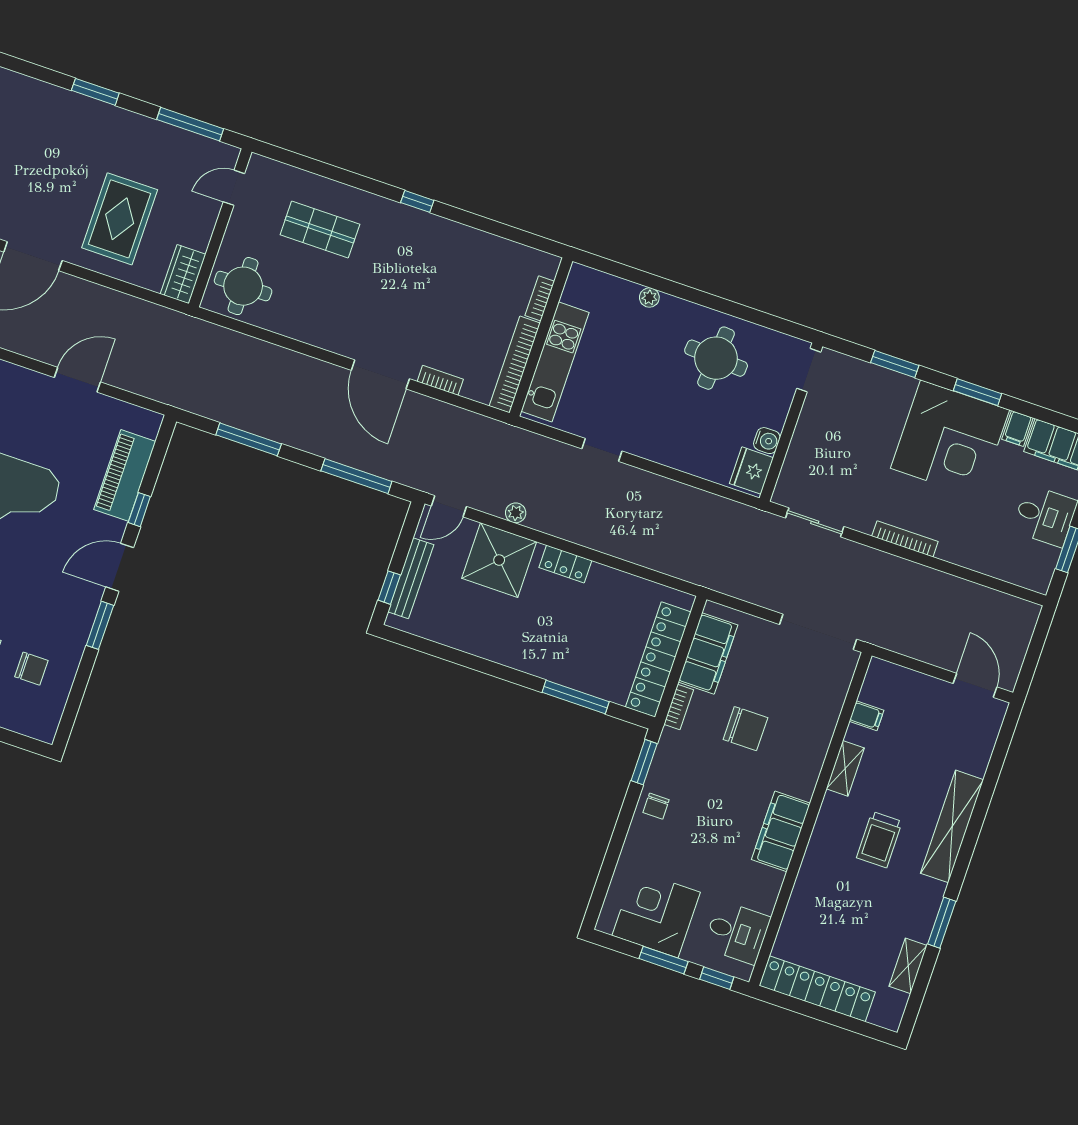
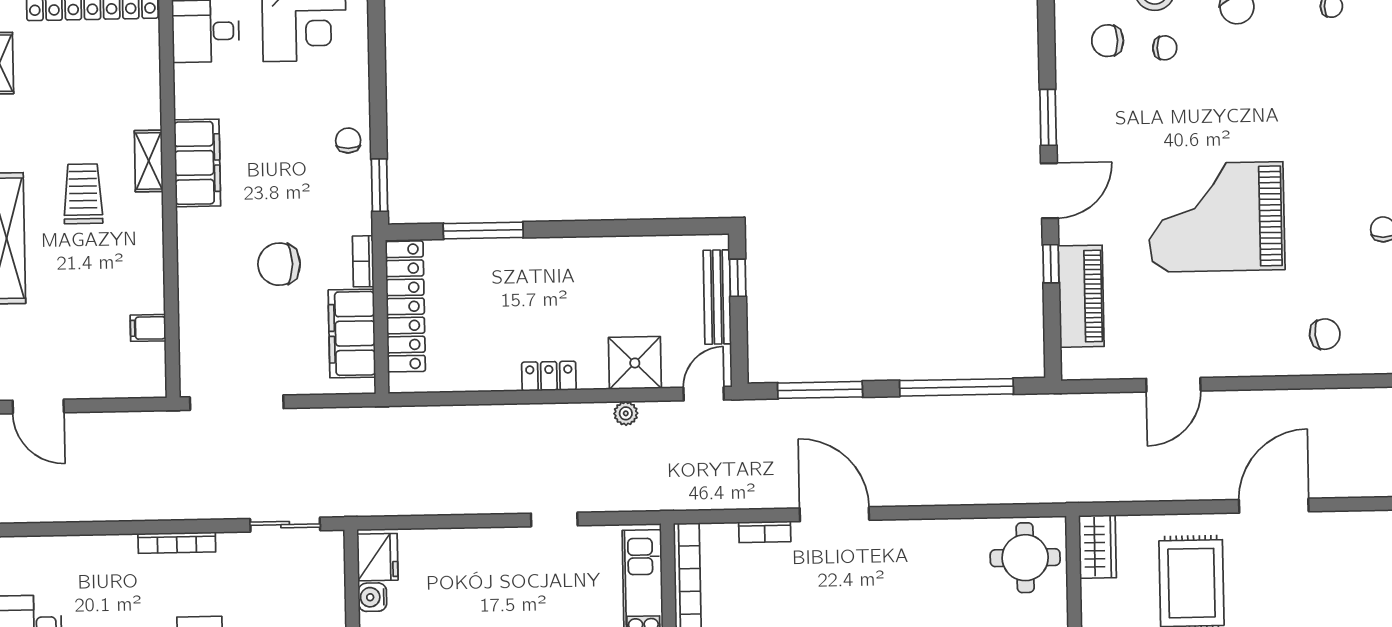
window: (249, 439) -> (956, 387), width x1.46
shower: (499, 560) -> (635, 363), width x0.73, depth x0.73
shelving: (845, 768) -> (149, 161), moved

